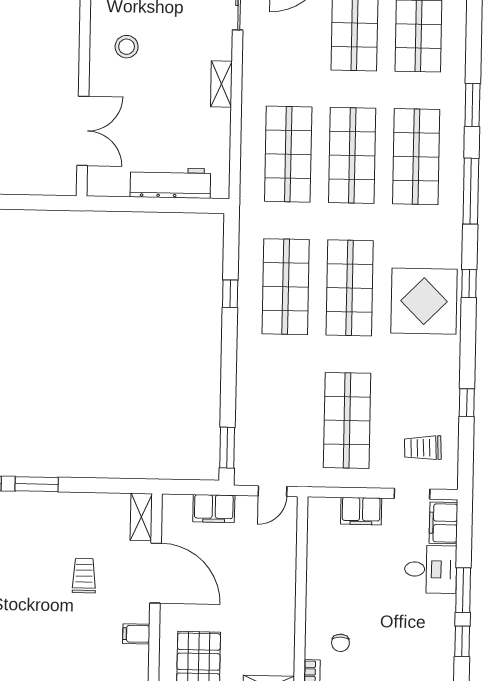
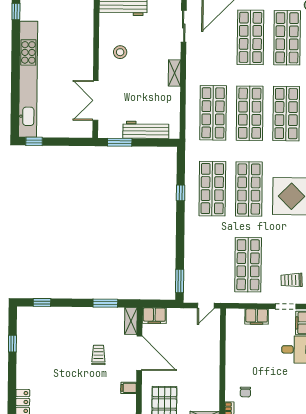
double door: (83, 131) -> (96, 101), swing flipped
window: (124, 204) -> (120, 142), added
window: (37, 484) -> (105, 303), moved
filing cabinet: (214, 509) -> (154, 316), moved

